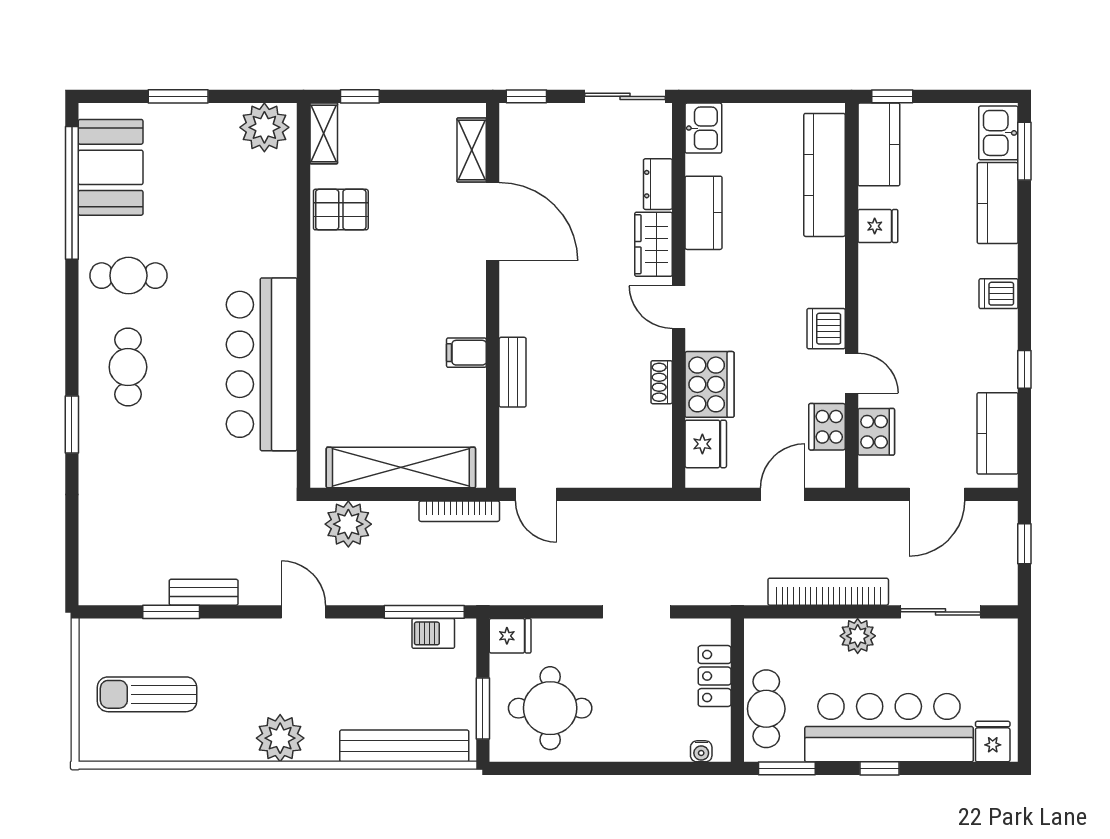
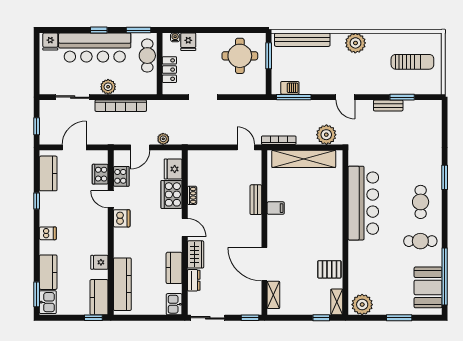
plant: (729, 514) -> (163, 139), added
fridge: (510, 636) -> (188, 42), moved, turned -90

